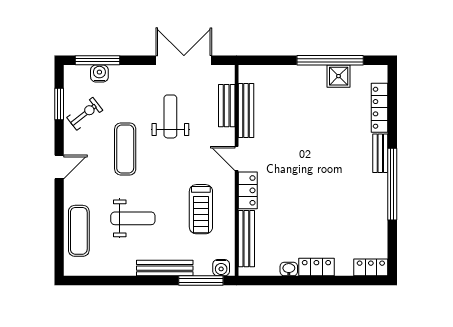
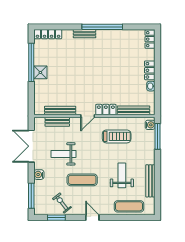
water cooler: (99, 73) -> (39, 175), moved
shower: (339, 76) -> (40, 72), moved
locker: (380, 108) -> (48, 34), moved
bench: (165, 268) -> (150, 181), moved

